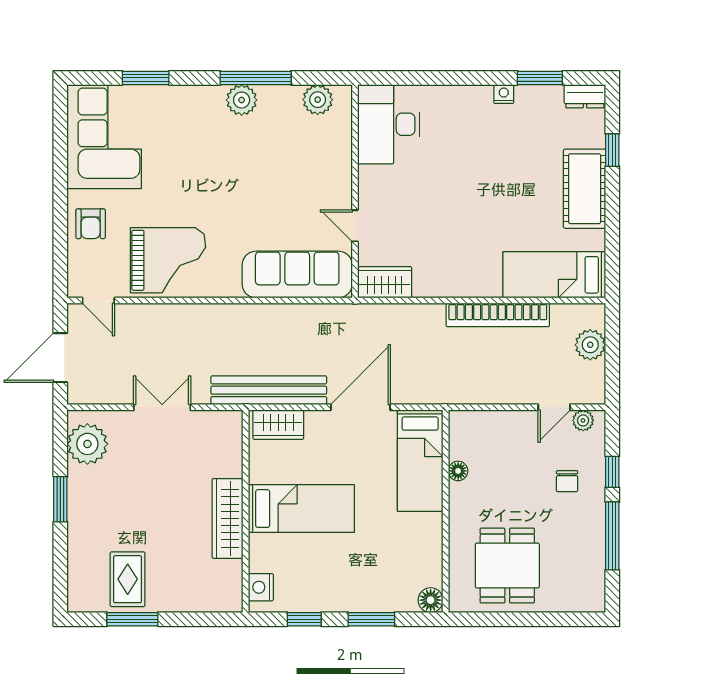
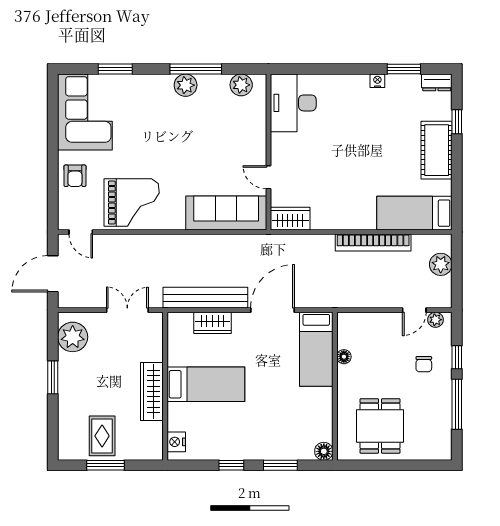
bed: (301, 509) -> (206, 384), moved
wall: (246, 511) -> (165, 386), moved
wardrobe: (228, 518) -> (152, 391), moved
nightstand: (261, 587) -> (176, 442), moved

